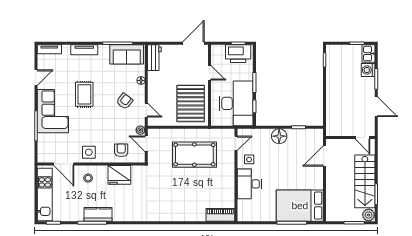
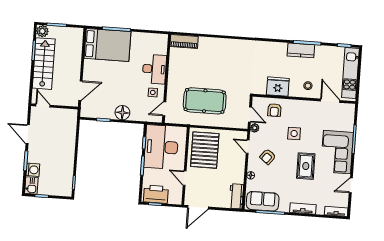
side table: (89, 152) -> (294, 134), moved

